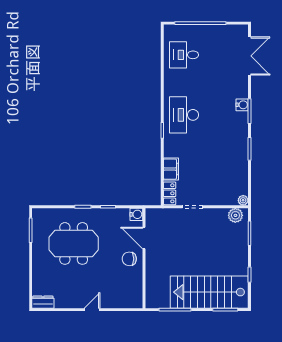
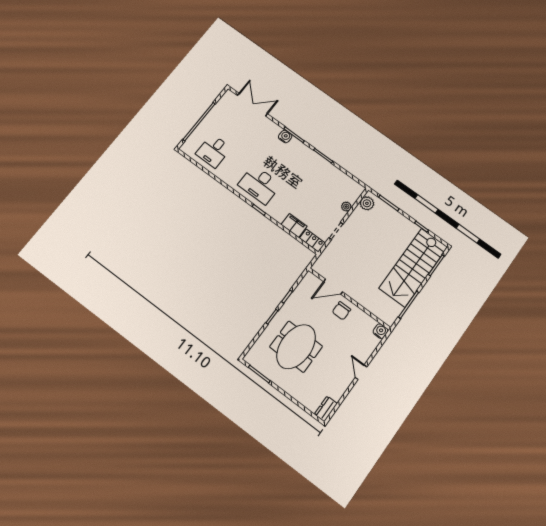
plant: (243, 200) -> (346, 207), moved
water cooler: (136, 214) -> (381, 331), moved

